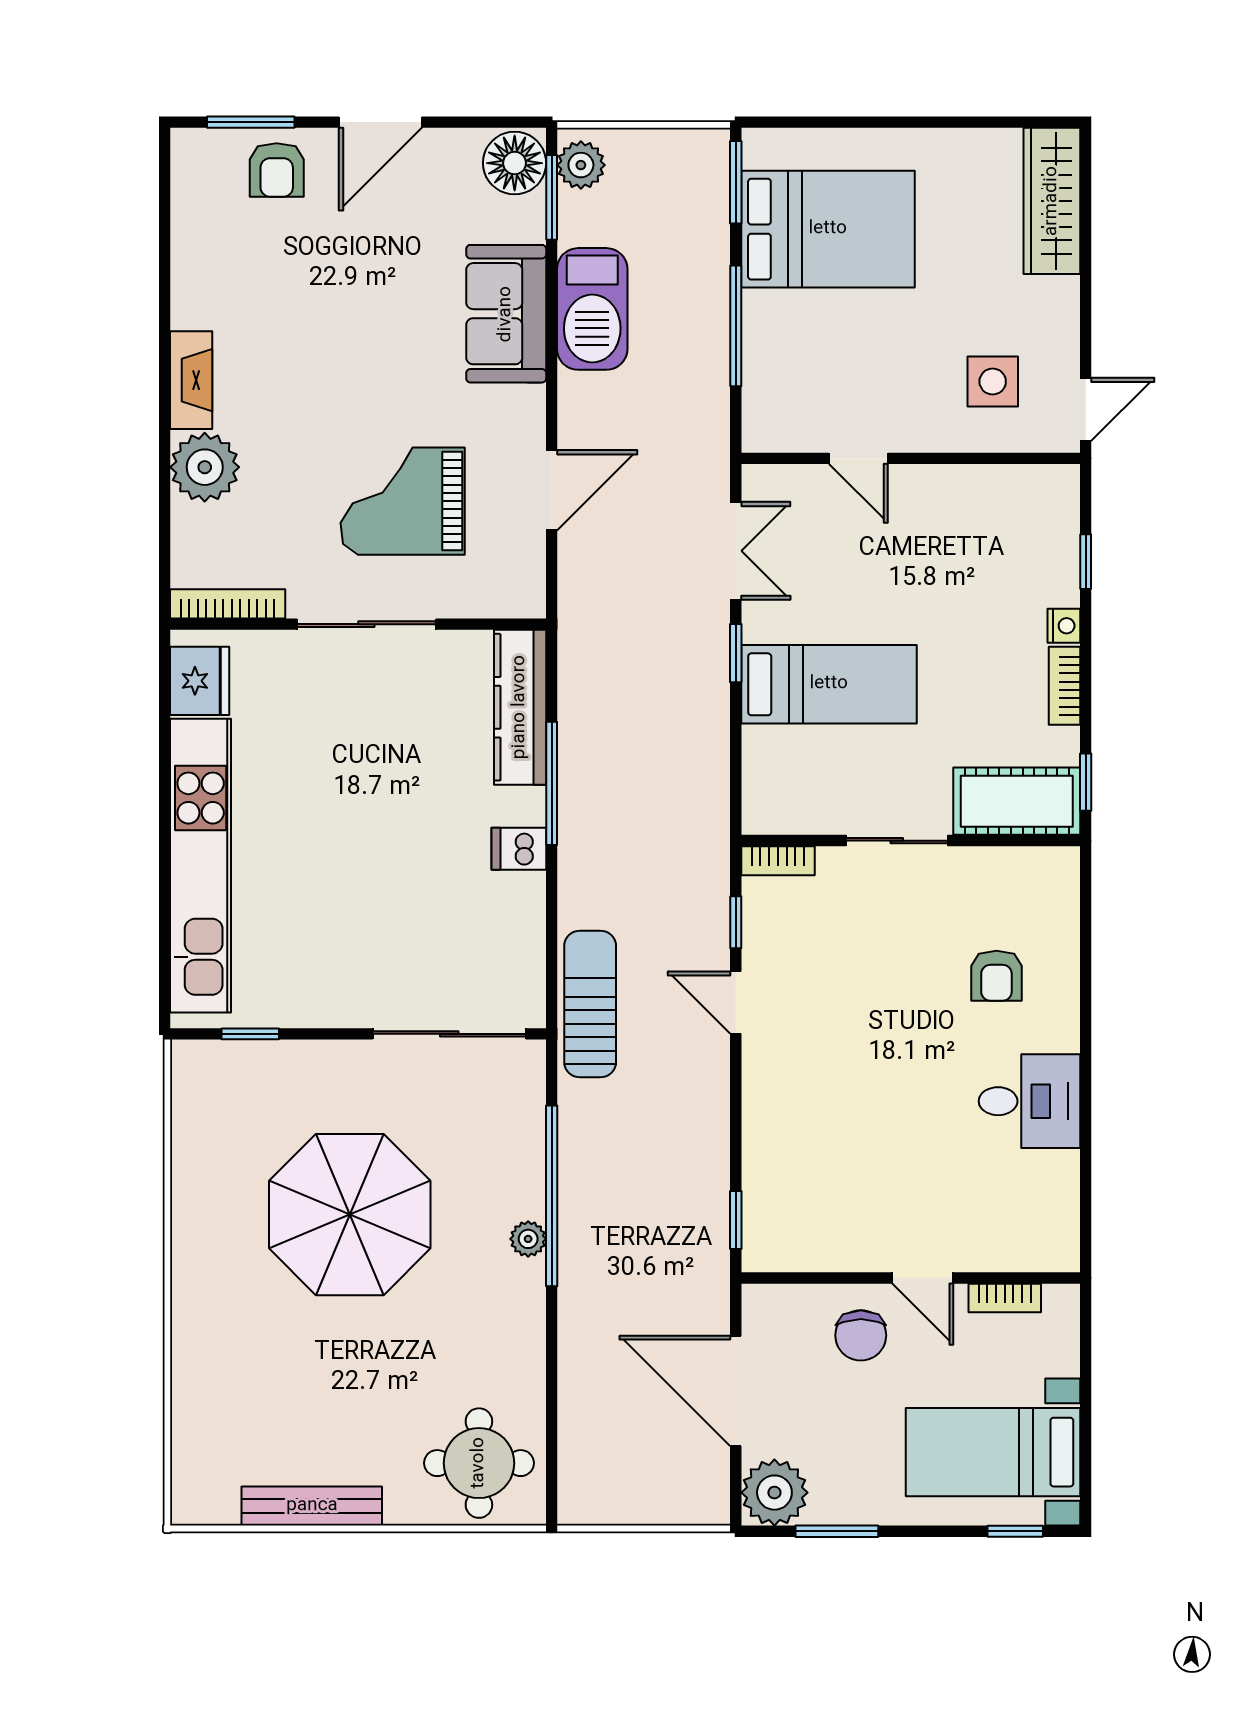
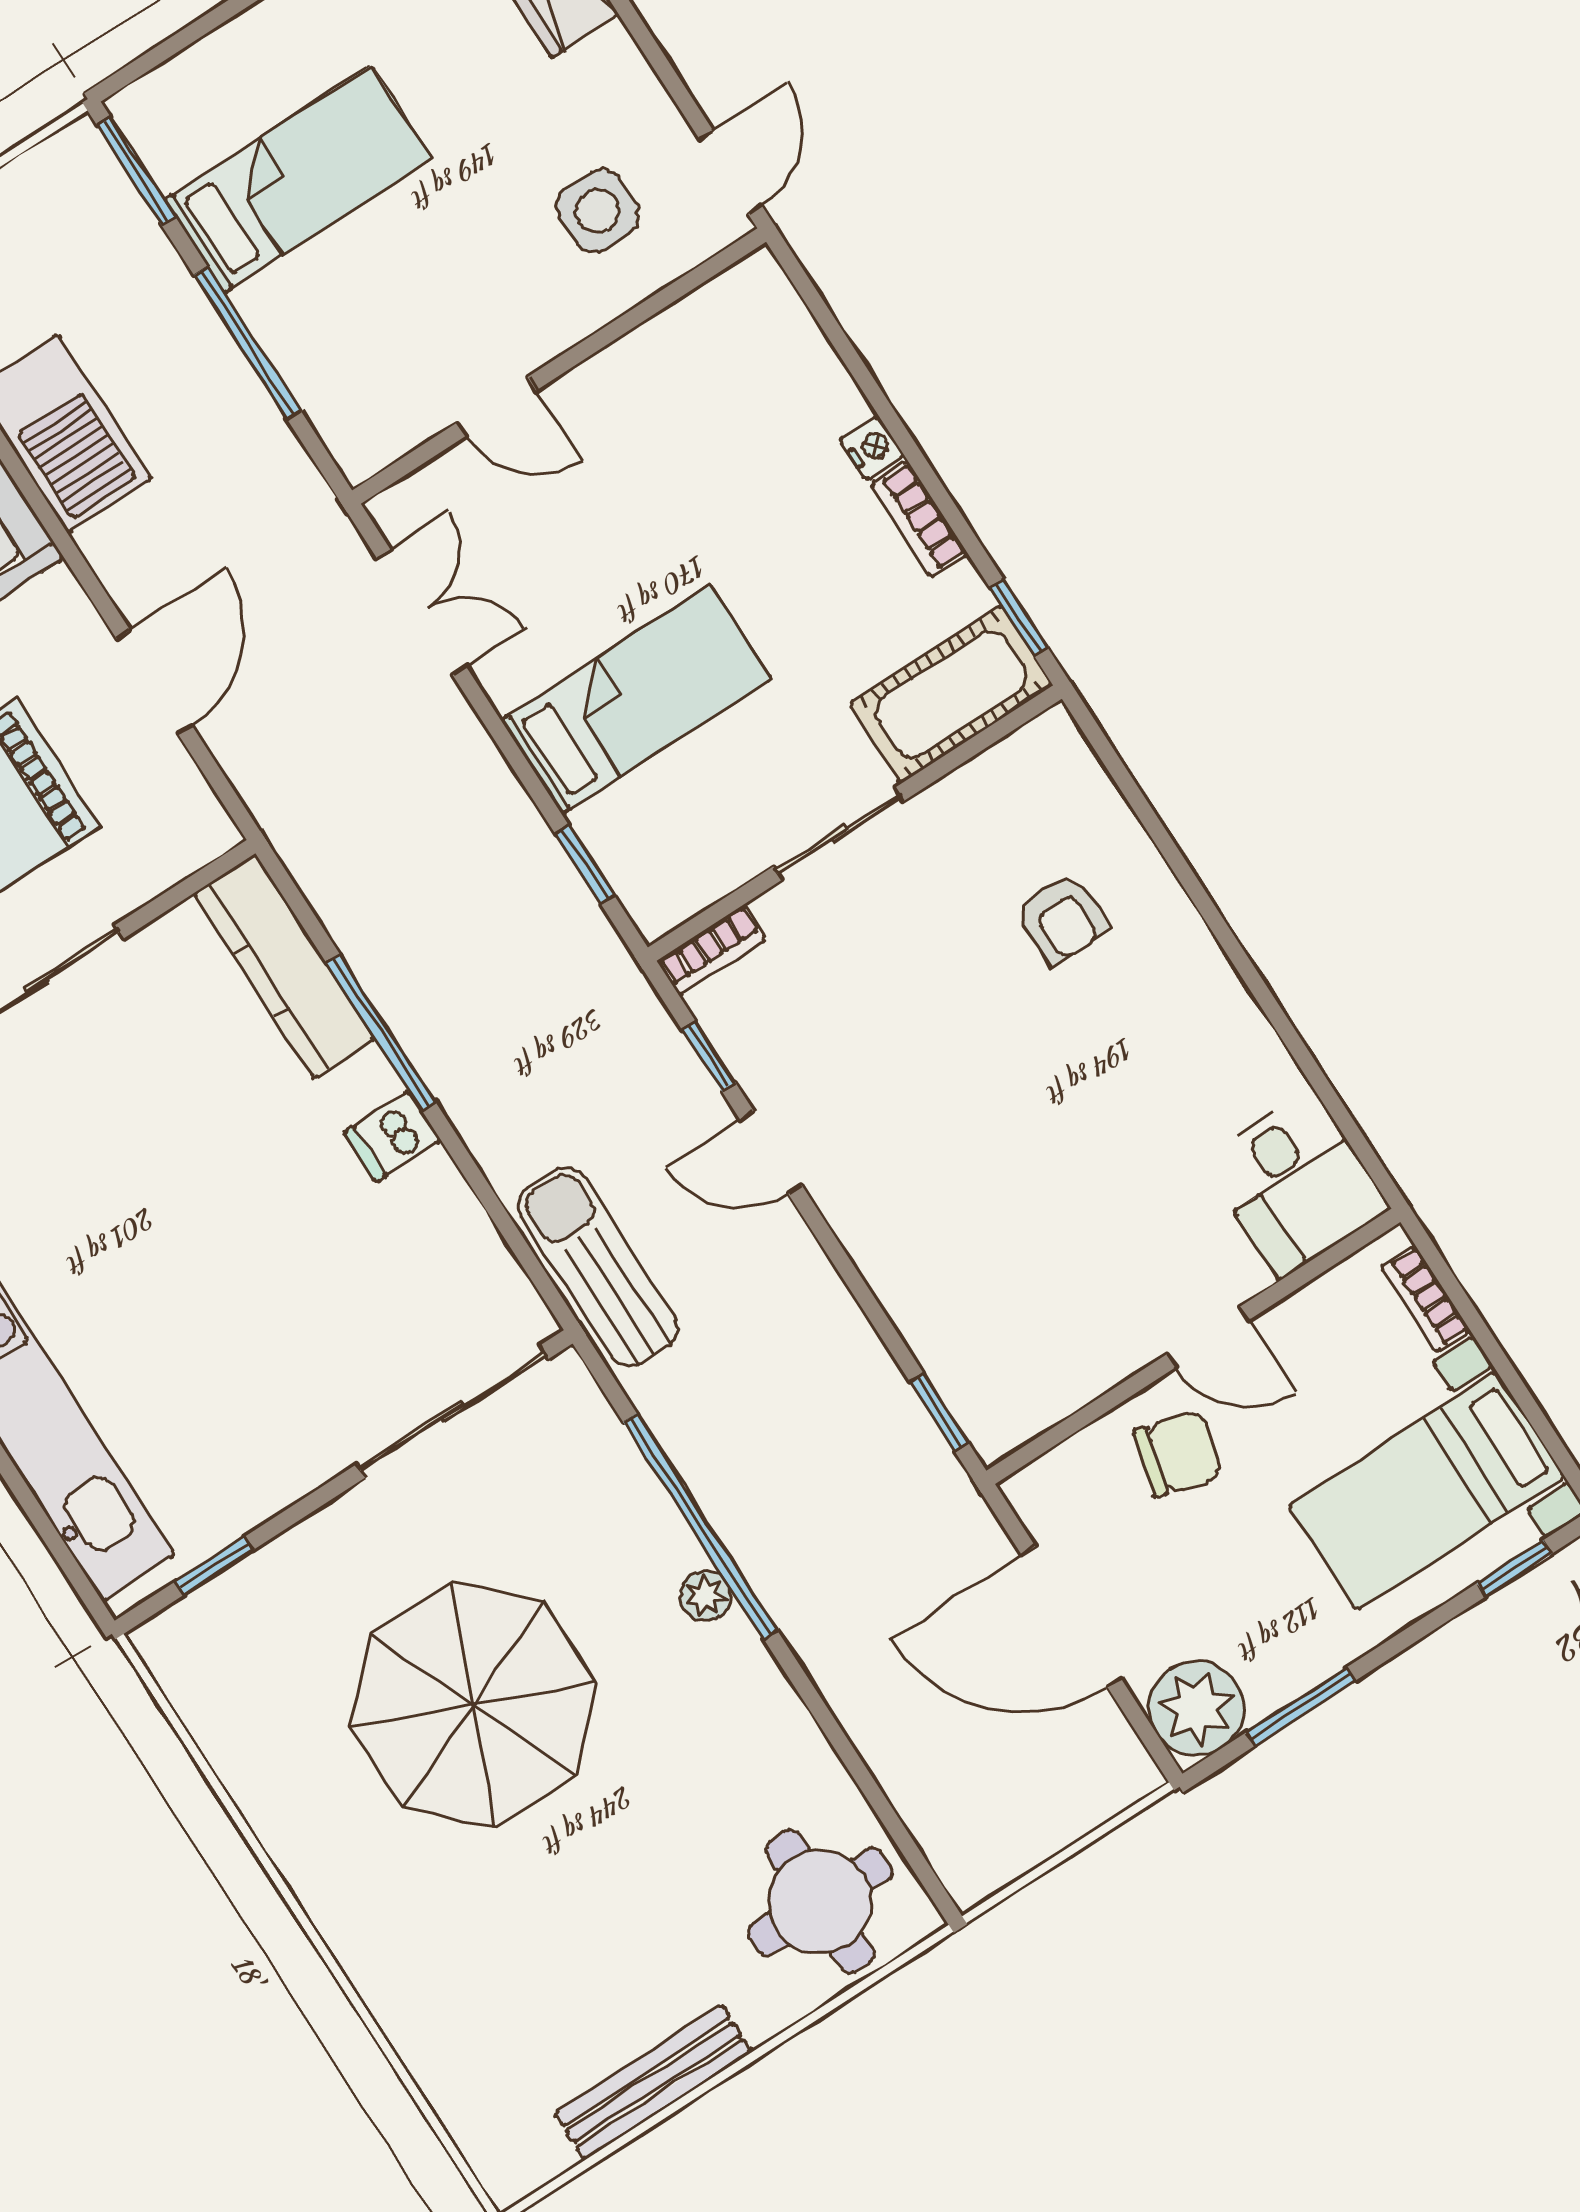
bed: (828, 229) -> (298, 179), width x0.67
window: (1086, 562) -> (848, 354), removed
window: (736, 653) -> (585, 865), moved
desk: (1029, 1101) -> (1296, 1184), moved, turned 90
bookcase: (1005, 1298) -> (1426, 1299), moved, turned 90
chair: (861, 1335) -> (1178, 1454), turned -75

